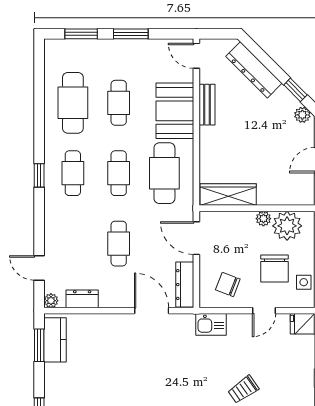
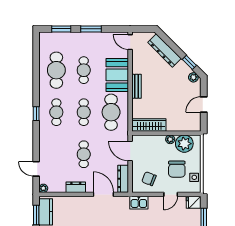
bench: (207, 105) -> (136, 86), moved
dresser: (82, 299) -> (76, 187), moved

